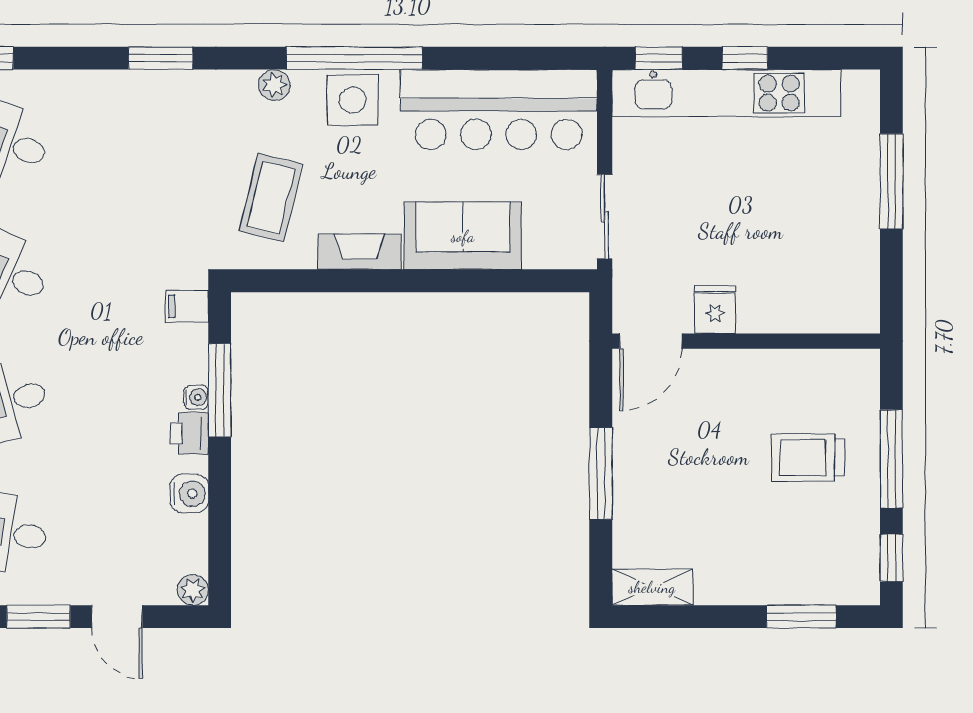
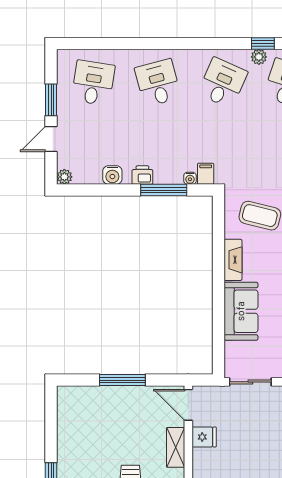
water cooler: (196, 397) -> (190, 178), moved
shelving: (652, 587) -> (176, 447), moved

